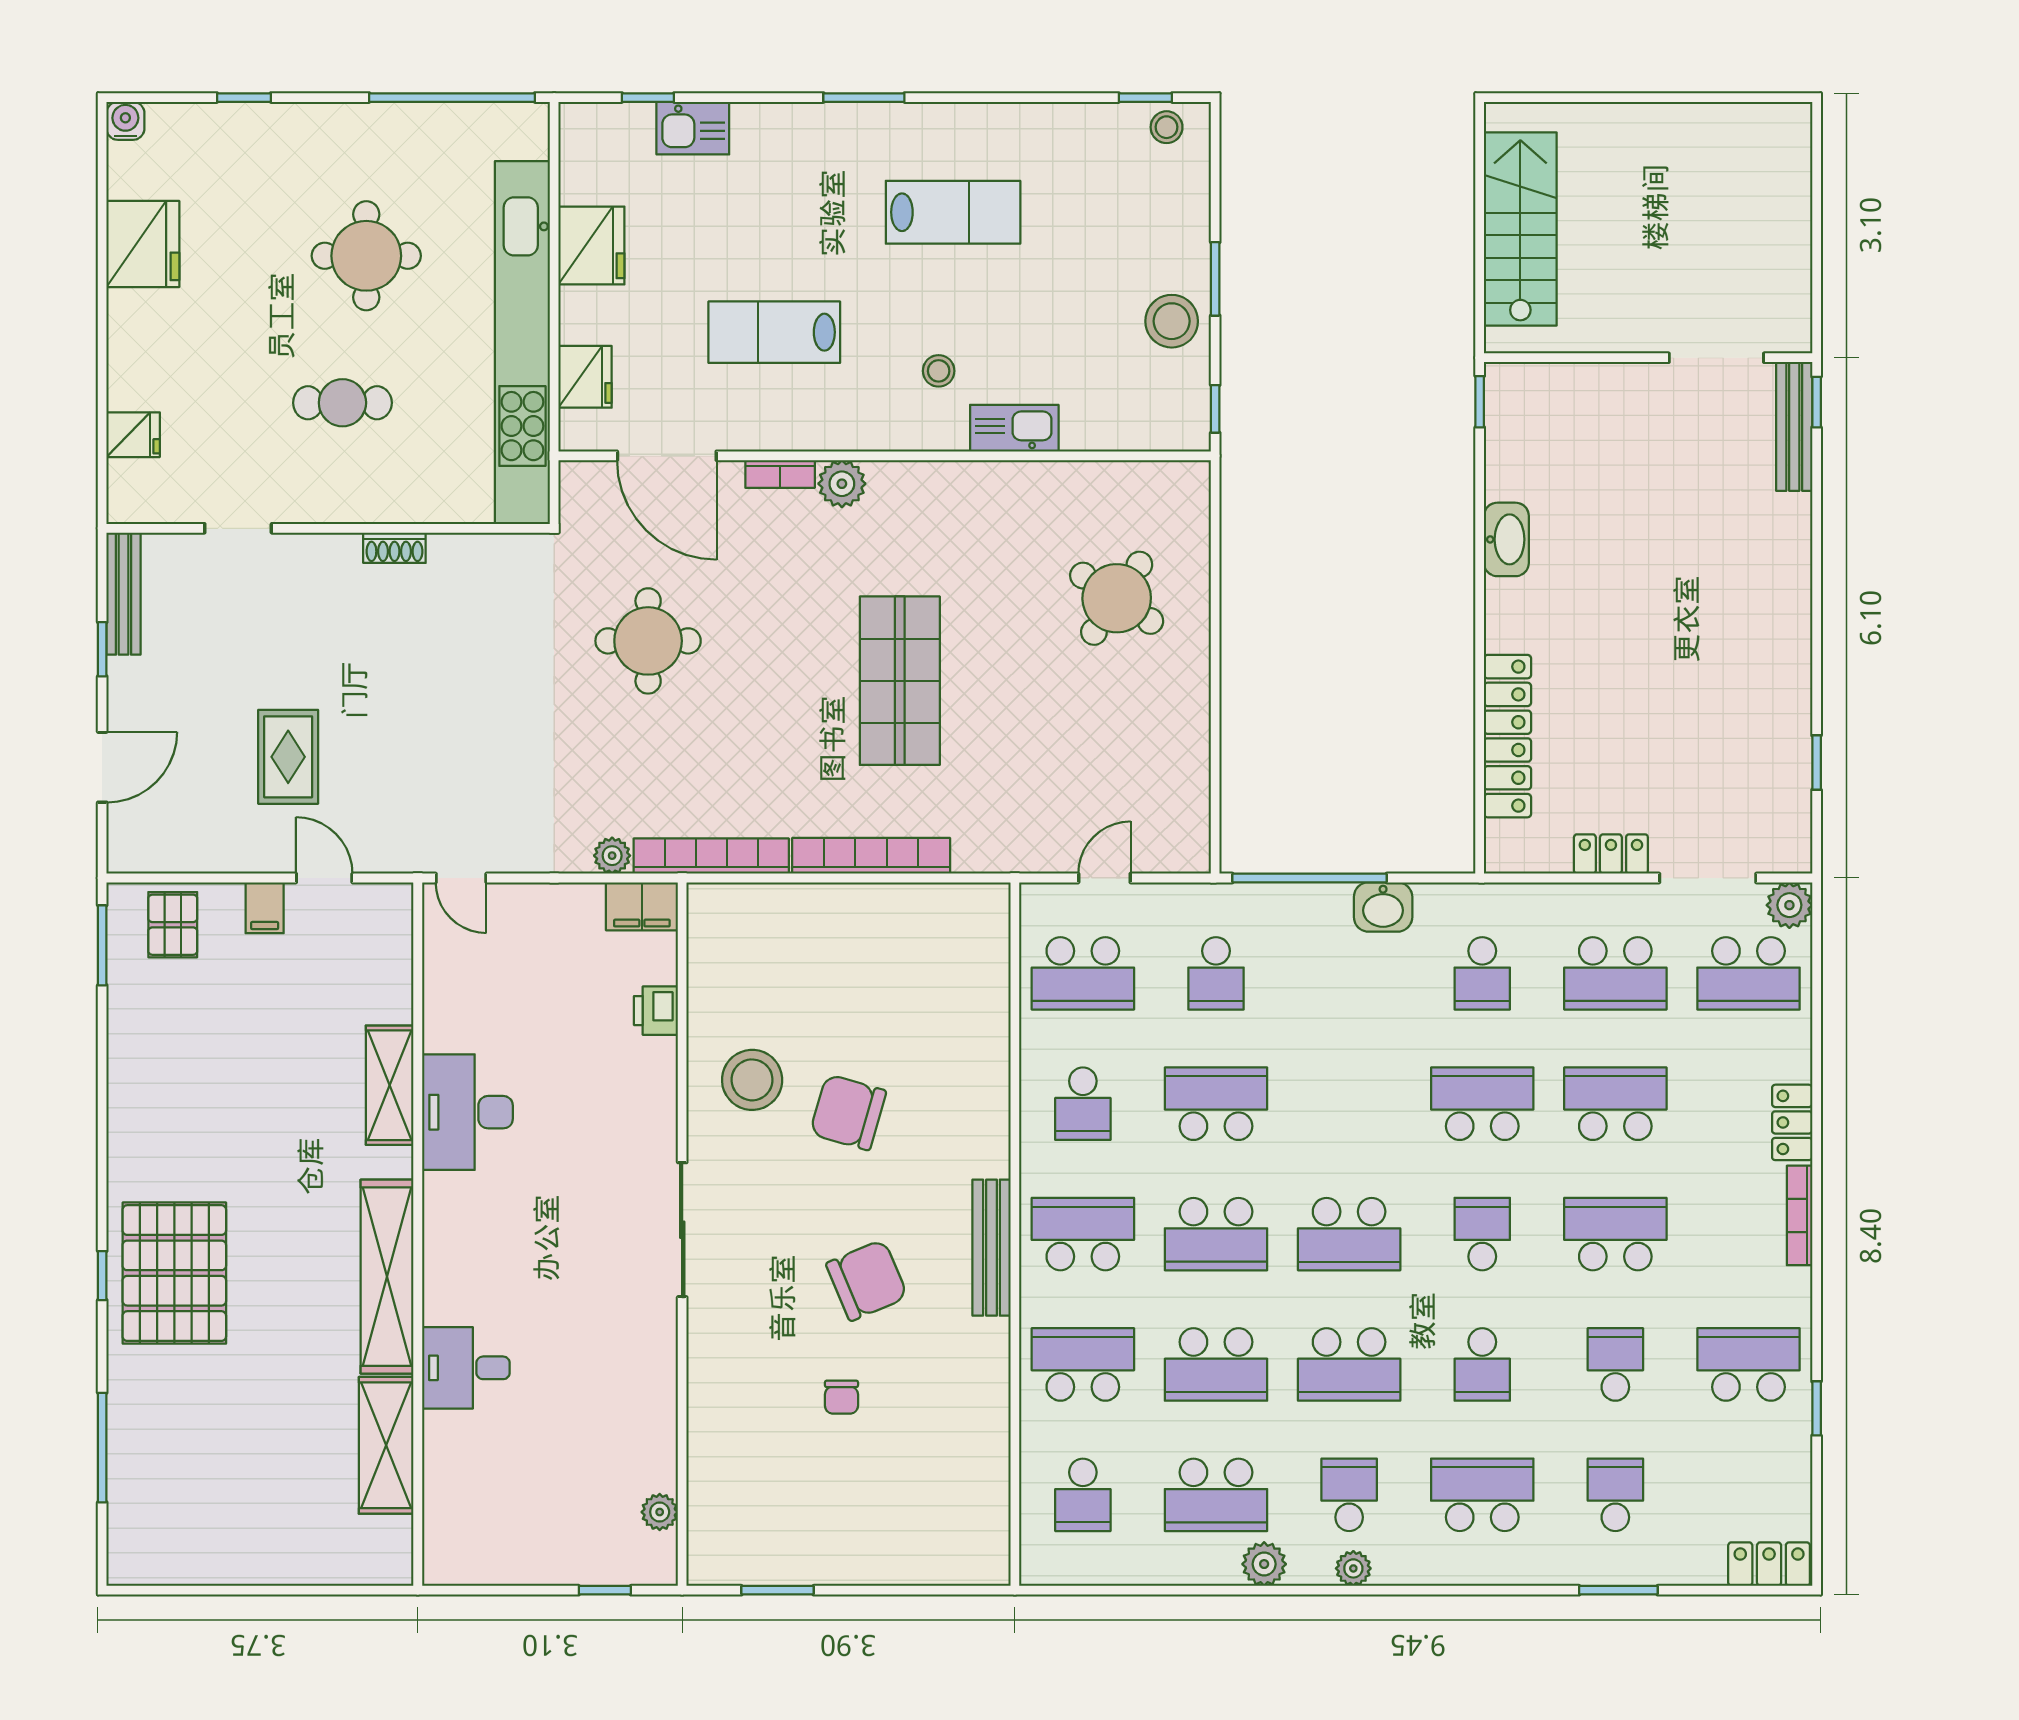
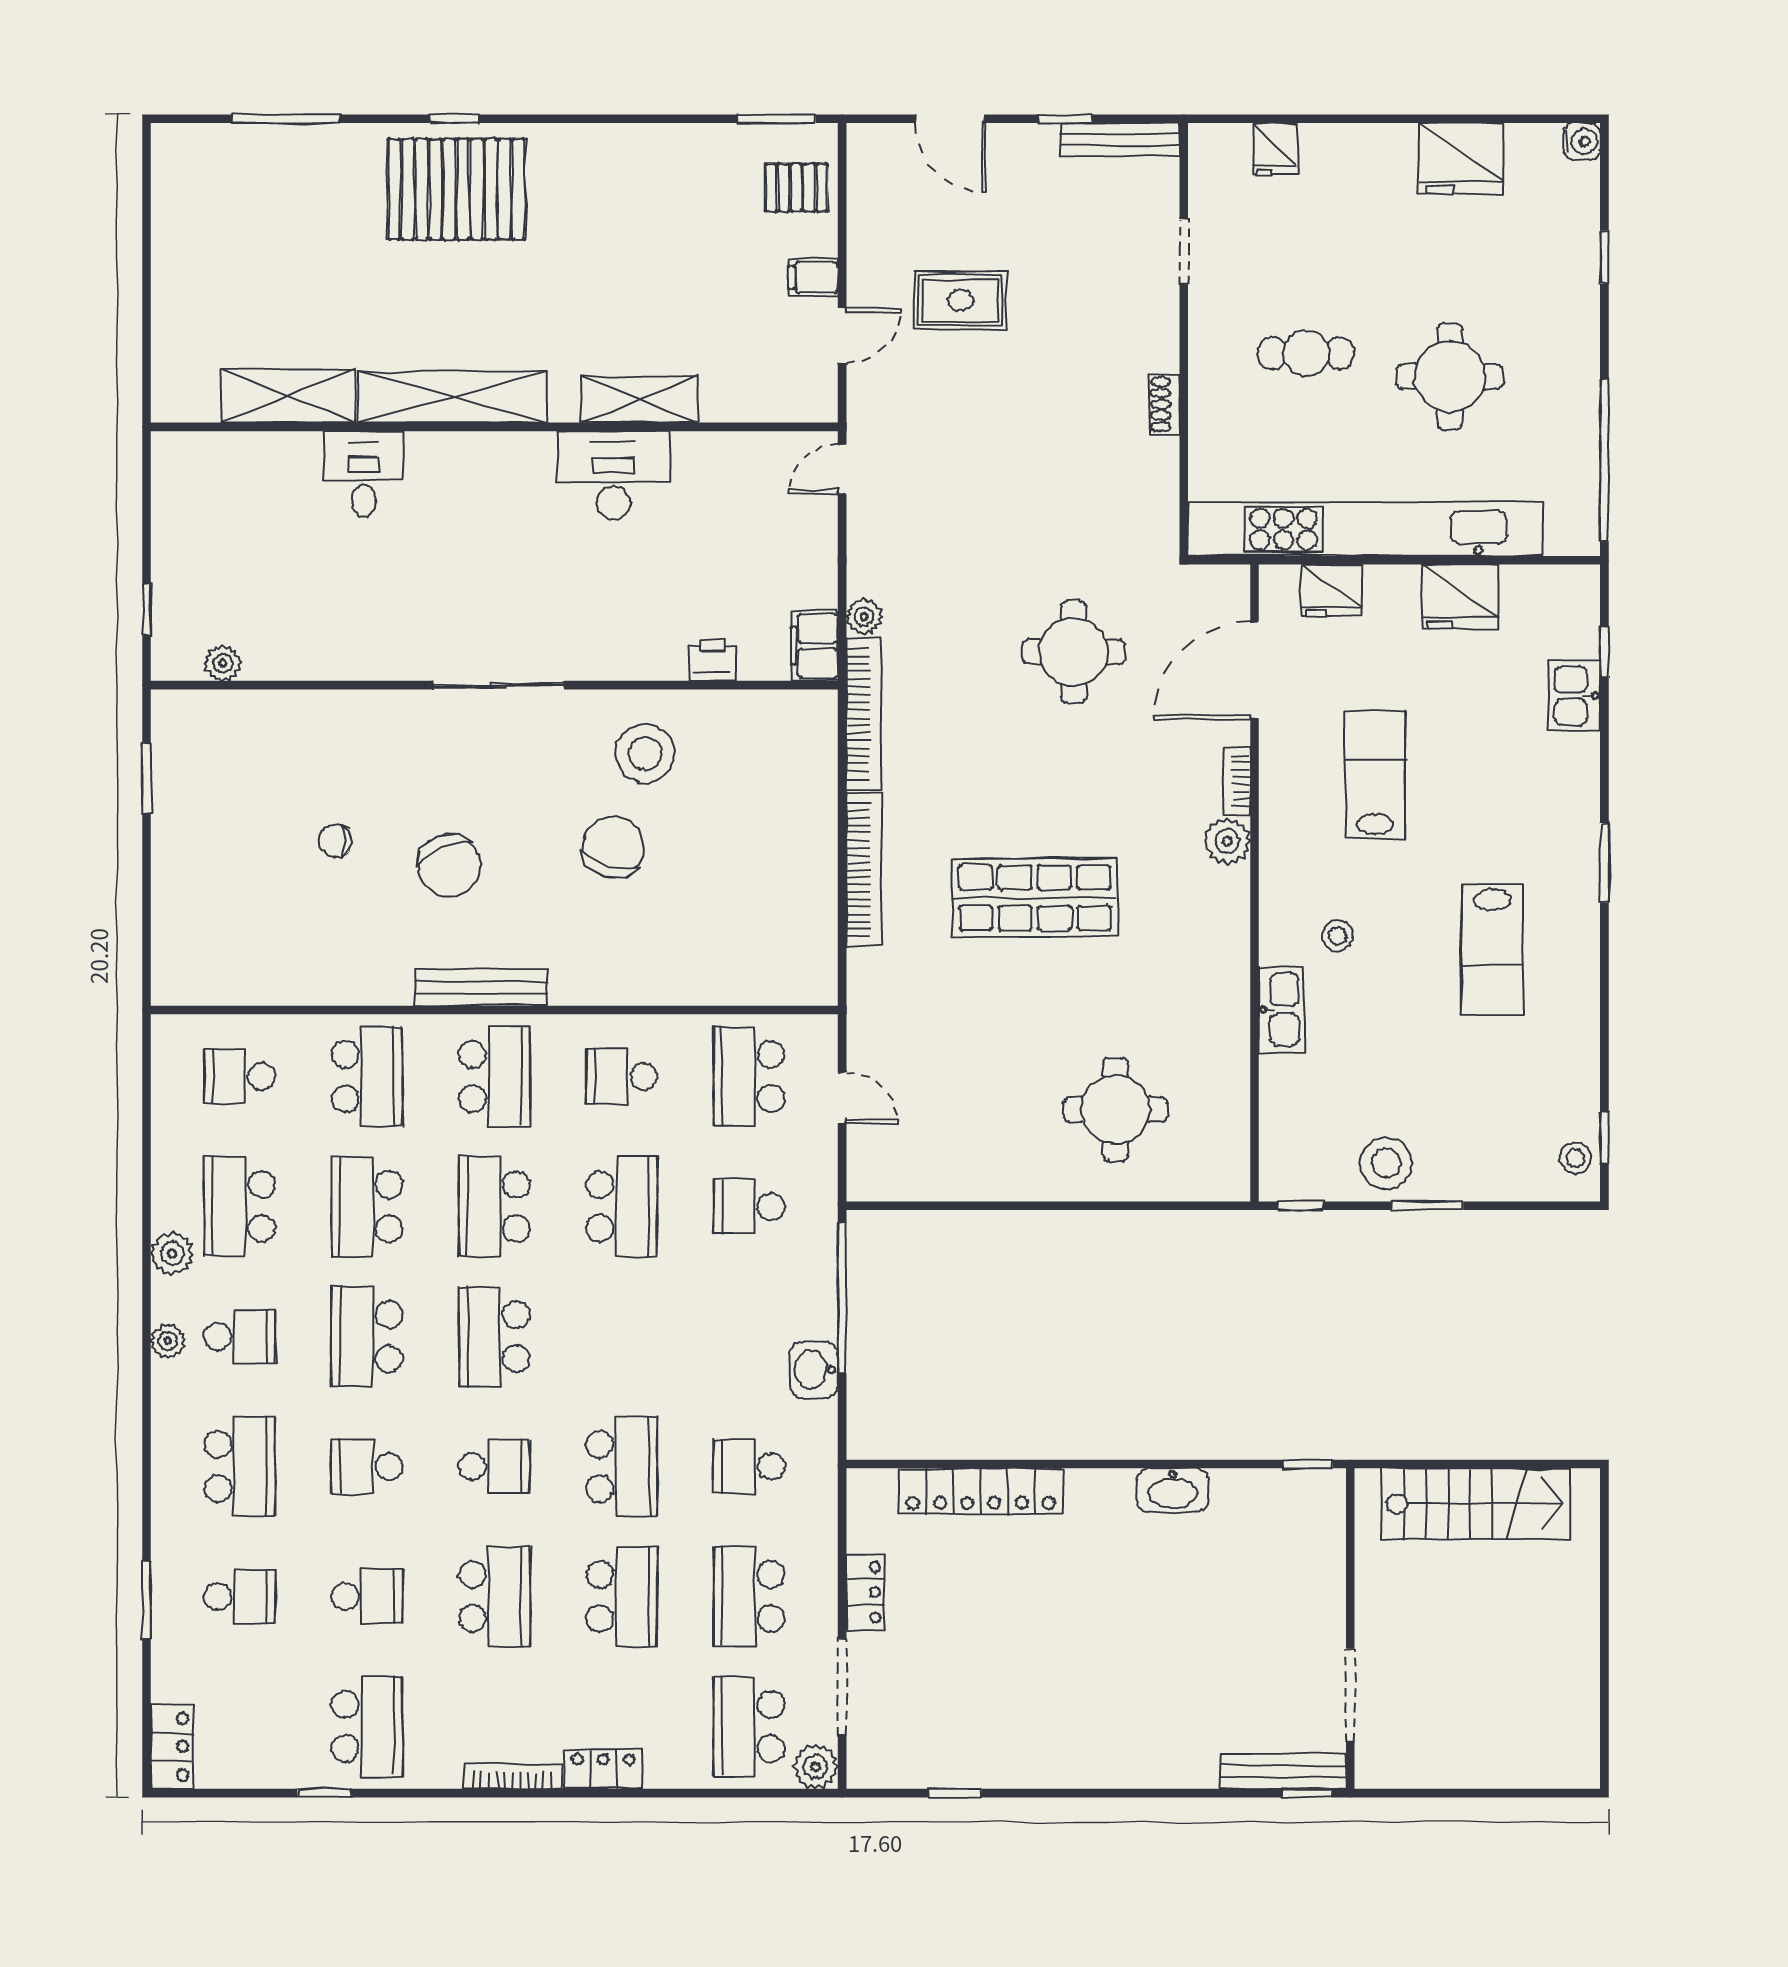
cafe table: (342, 403) -> (1306, 353), turned 90
round table: (1117, 598) -> (1115, 1110), turned -34

